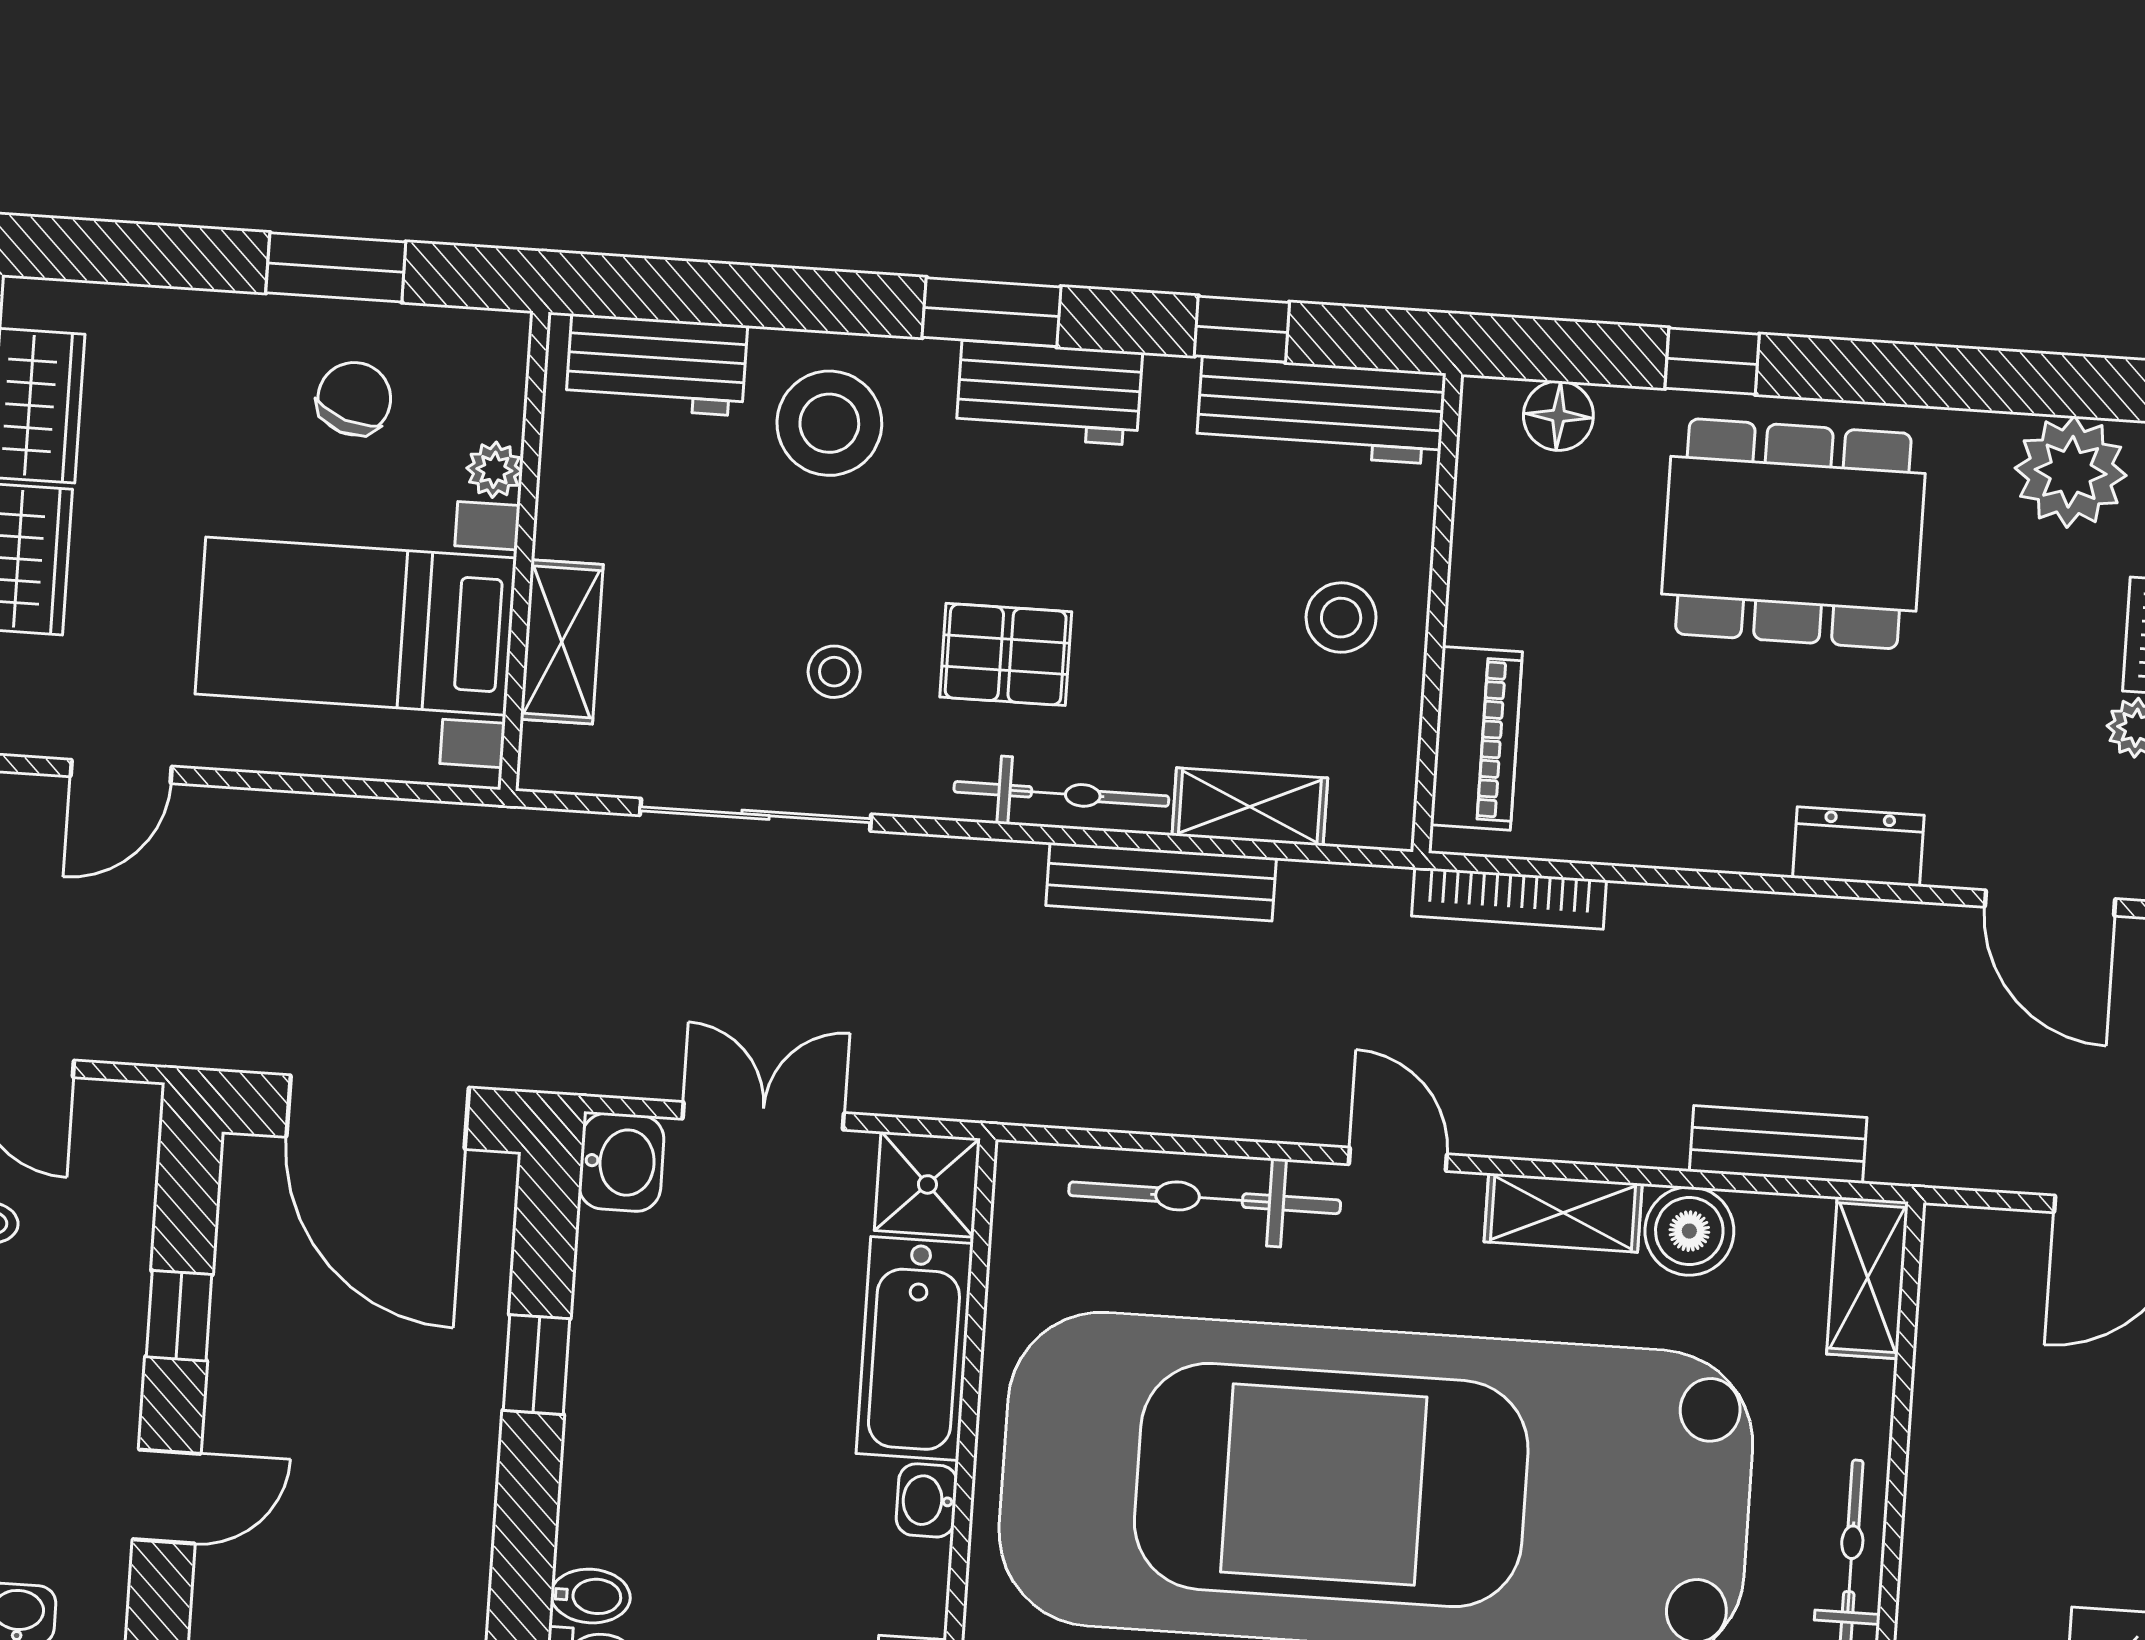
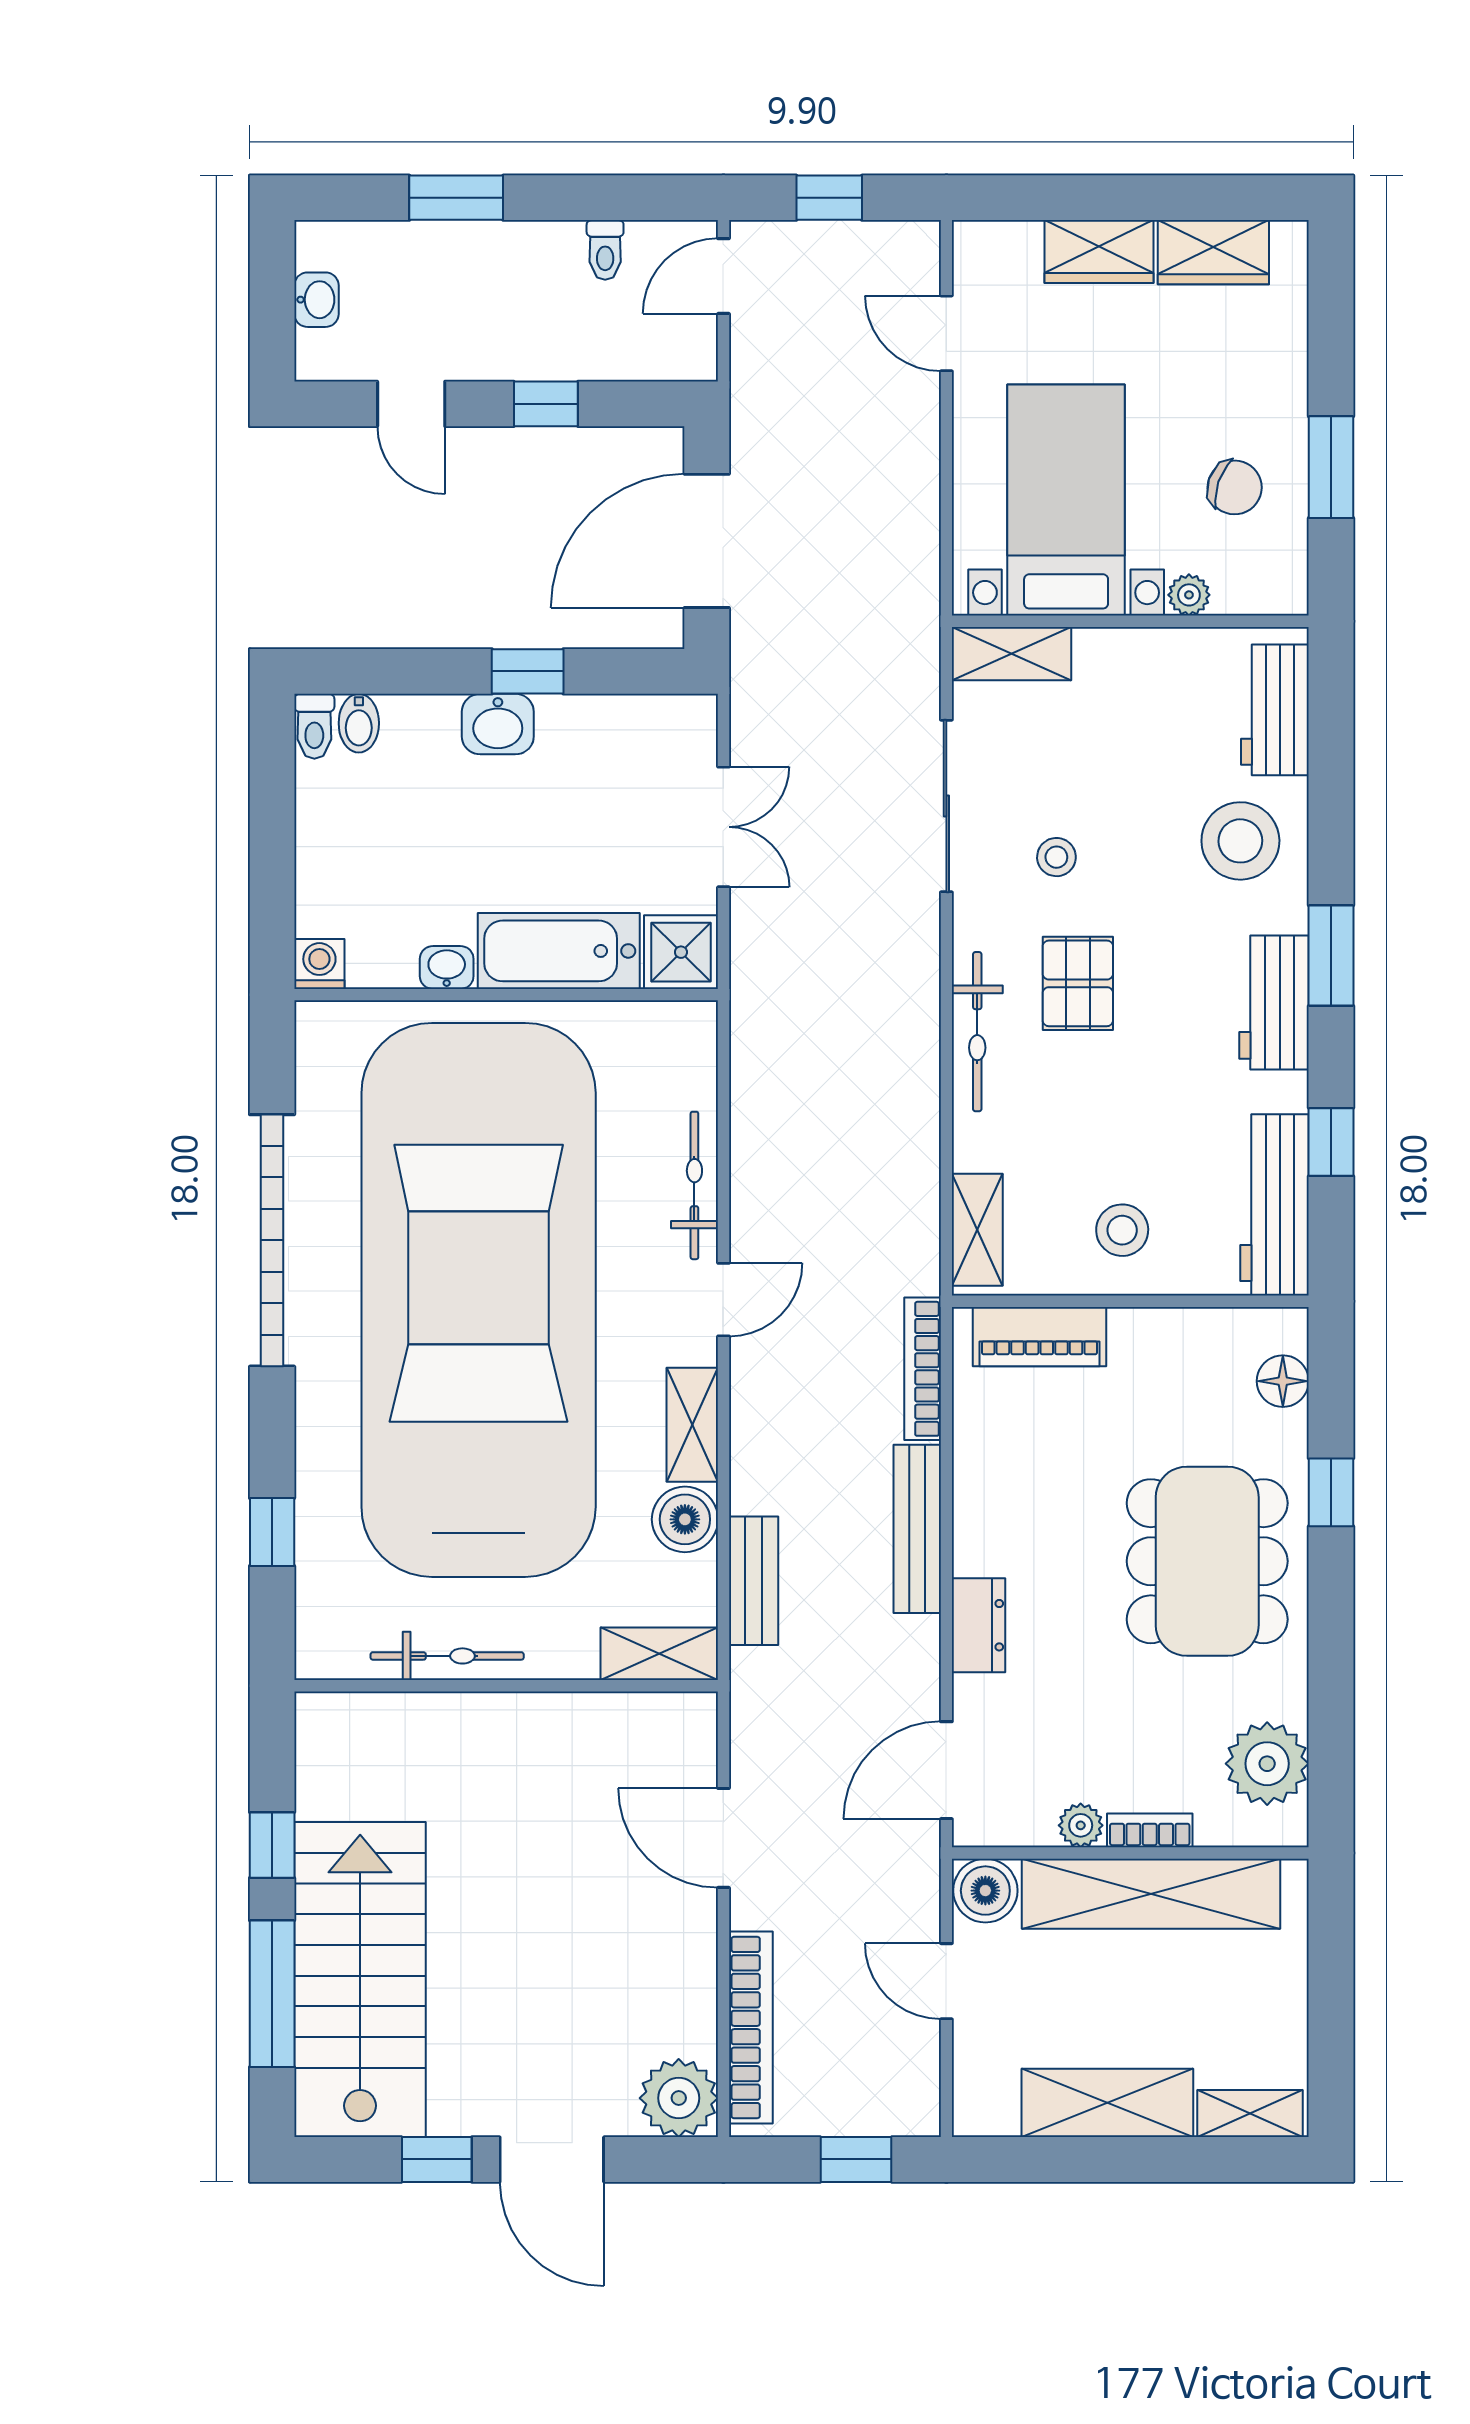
shelving: (562, 642) -> (1012, 654), moved
shelving: (1250, 807) -> (977, 1230), moved
bench: (1161, 882) -> (917, 1529), moved
washbasin: (621, 1162) -> (498, 724), moved
bicycle: (1205, 1198) -> (694, 1185), width x0.73, depth x0.71

